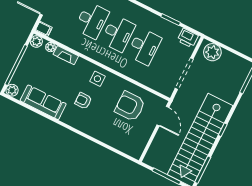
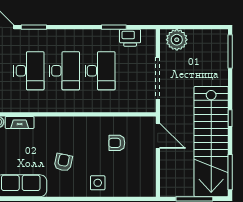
printer: (188, 38) -> (130, 38), moved
side table: (97, 79) -> (98, 183), moved
armchair: (83, 101) -> (63, 162), turned 102
armchair: (130, 106) -> (117, 143), width x0.53, depth x0.53

